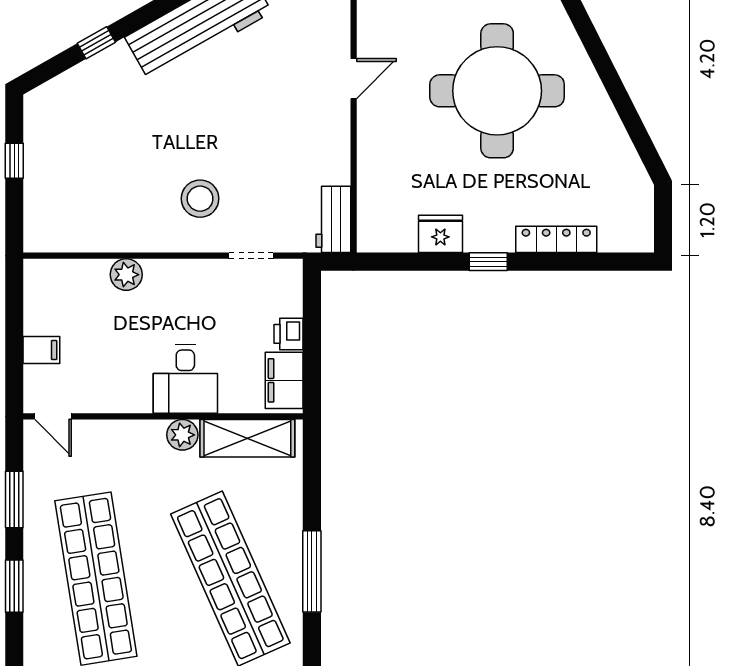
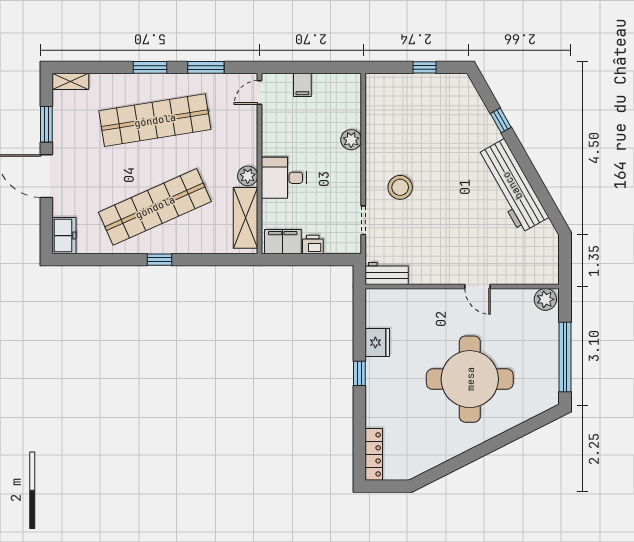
locker: (556, 239) -> (374, 454), moved
window: (312, 571) -> (160, 260), width x0.46

